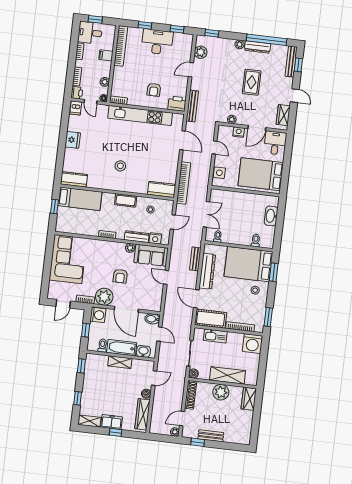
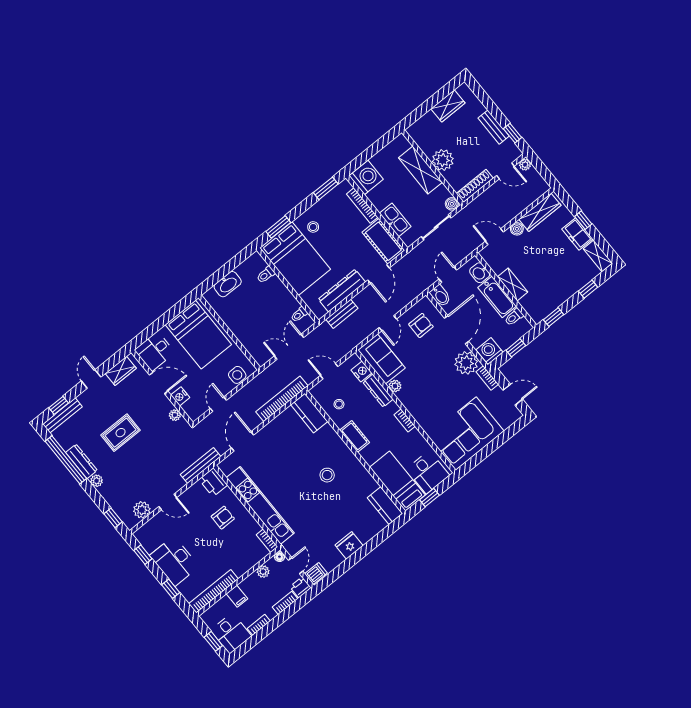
desk: (68, 219) -> (428, 472), added
armchair: (120, 276) -> (421, 325), moved
wardrobe: (249, 399) -> (448, 106), moved

